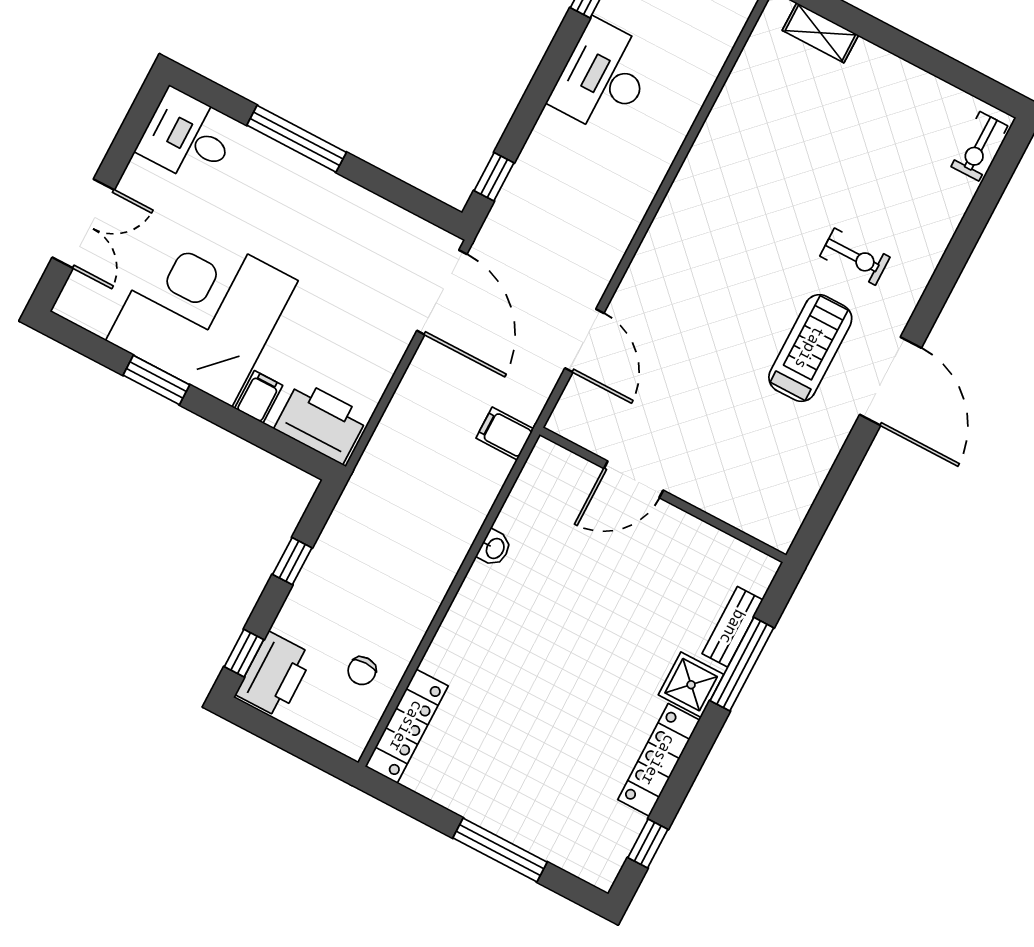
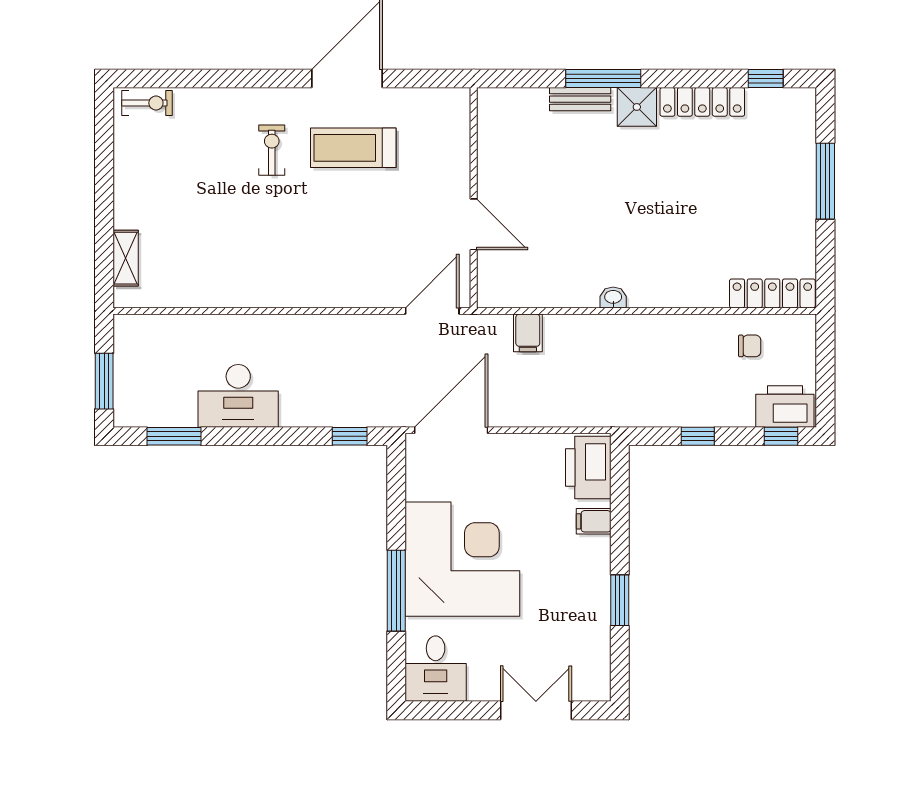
corner desk: (202, 311) -> (462, 559), moved, turned 180
door: (634, 479) -> (474, 224), moved
wall: (663, 495) -> (474, 198), moved

